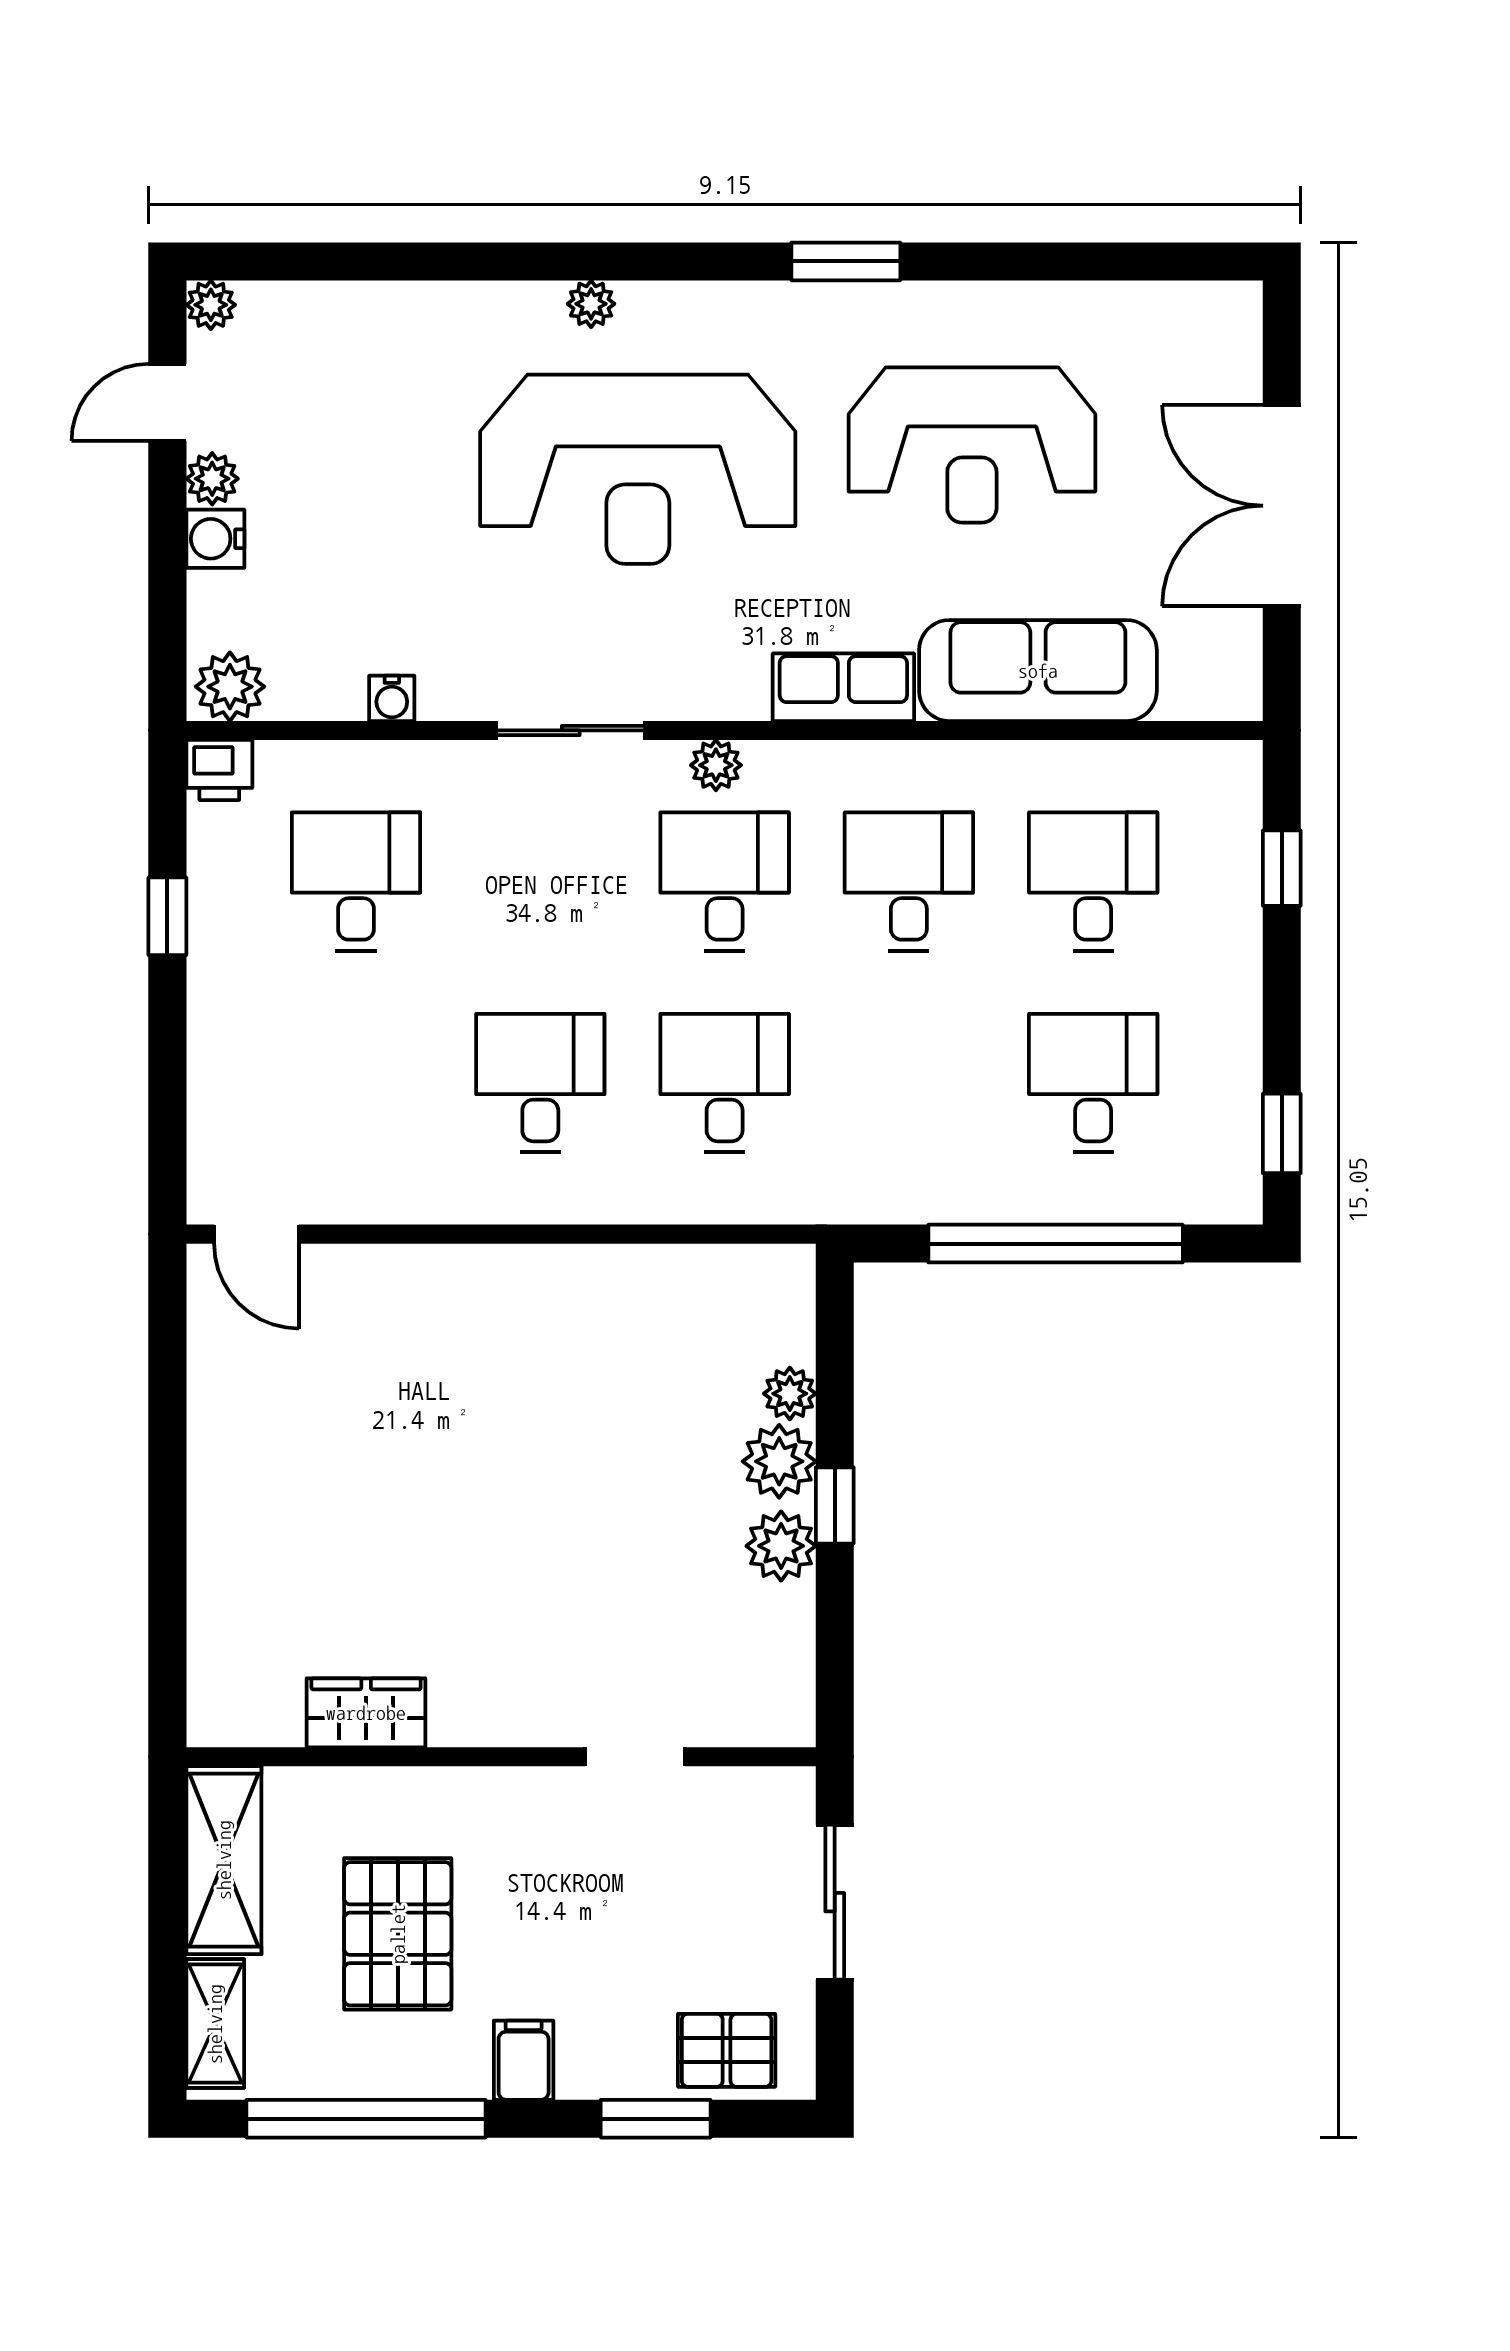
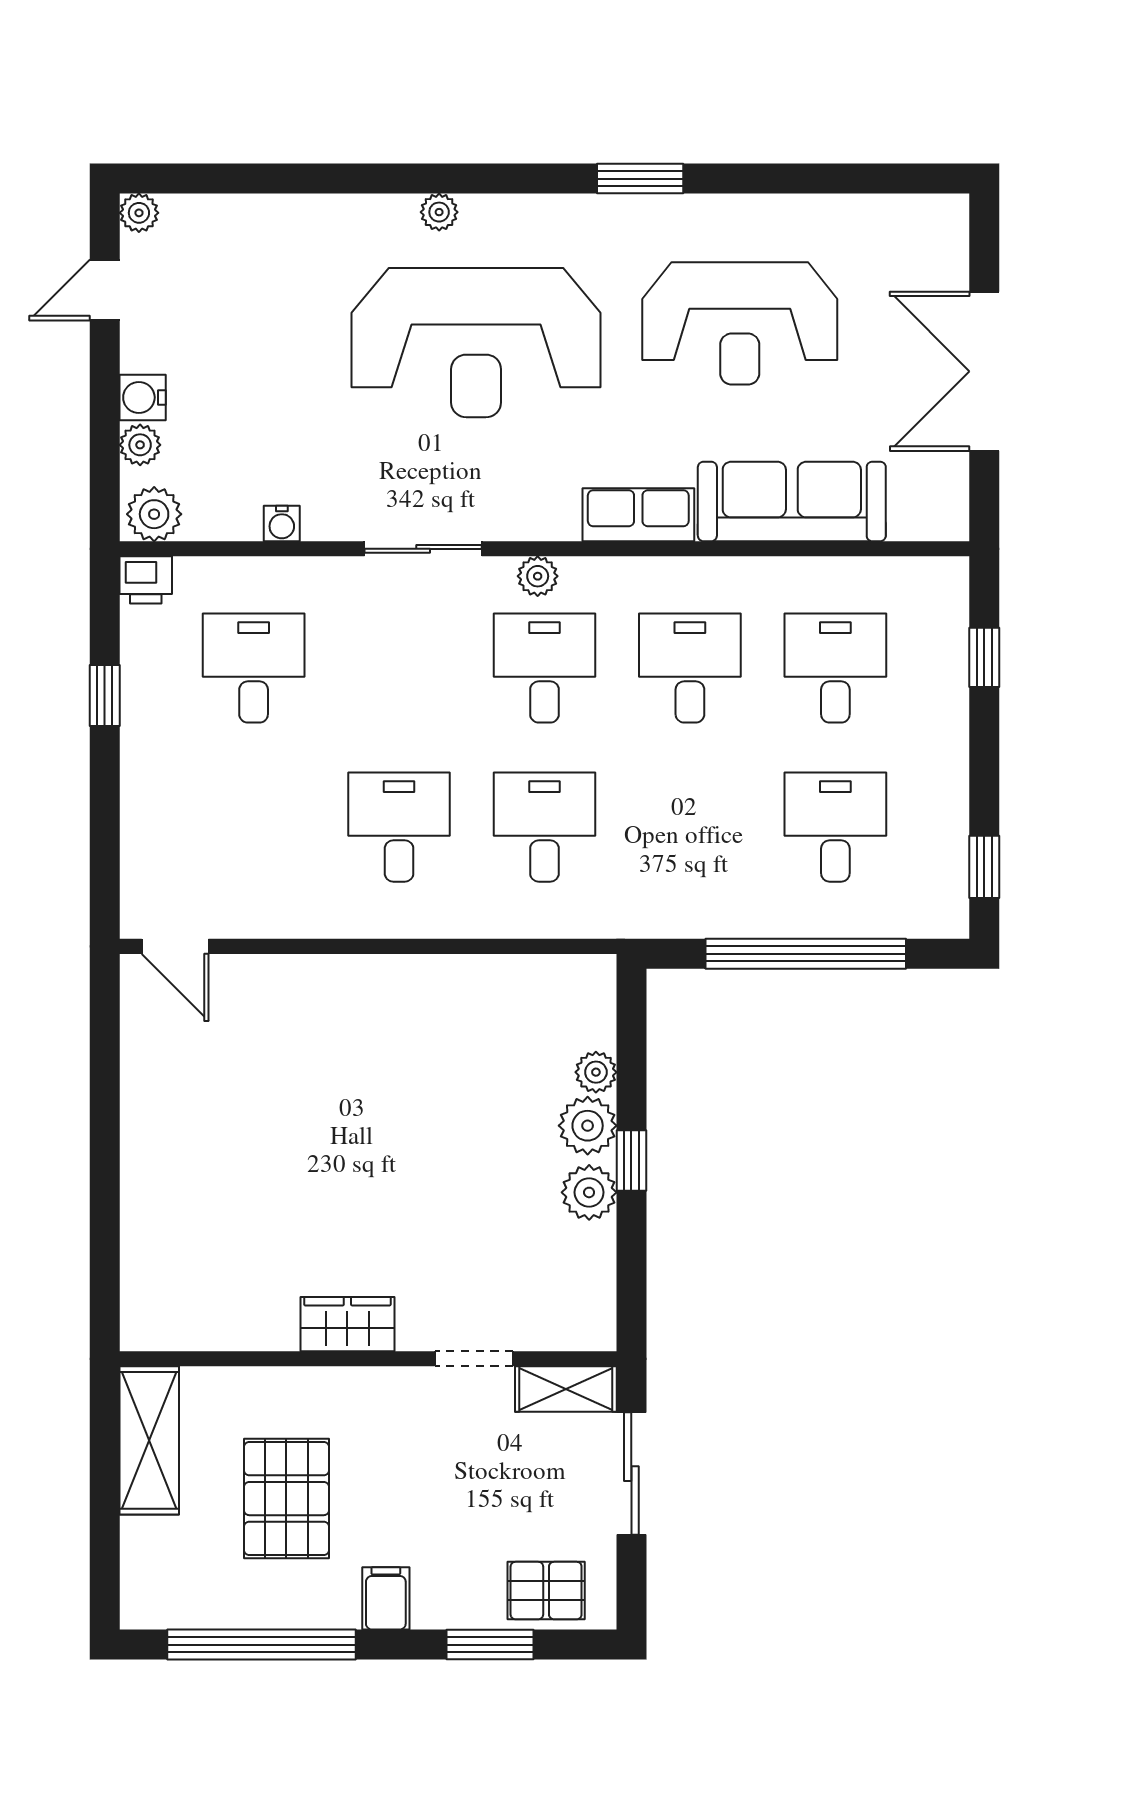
plant: (212, 479) -> (140, 445), moved
wardrobe: (366, 1713) -> (347, 1324), moved
shelving: (215, 2024) -> (566, 1389), moved, turned 90

